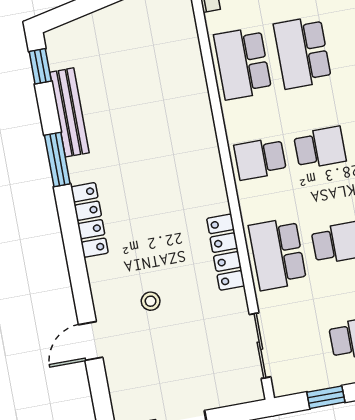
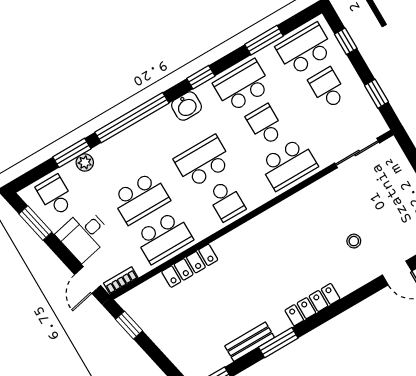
bench: (69, 112) -> (250, 342), width x0.73
school desk: (320, 148) -> (203, 161), width x1.85
locker: (226, 252) -> (190, 266), moved

